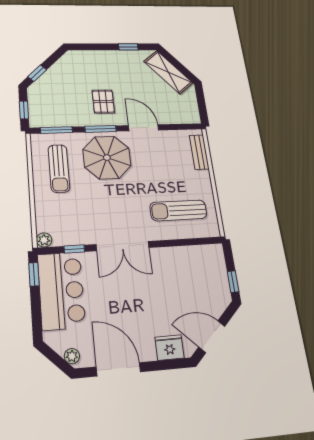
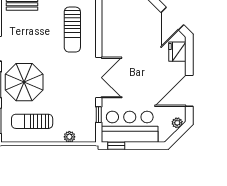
sun lounger: (59, 168) -> (32, 121), turned 180
plant: (44, 240) -> (69, 137), moved

